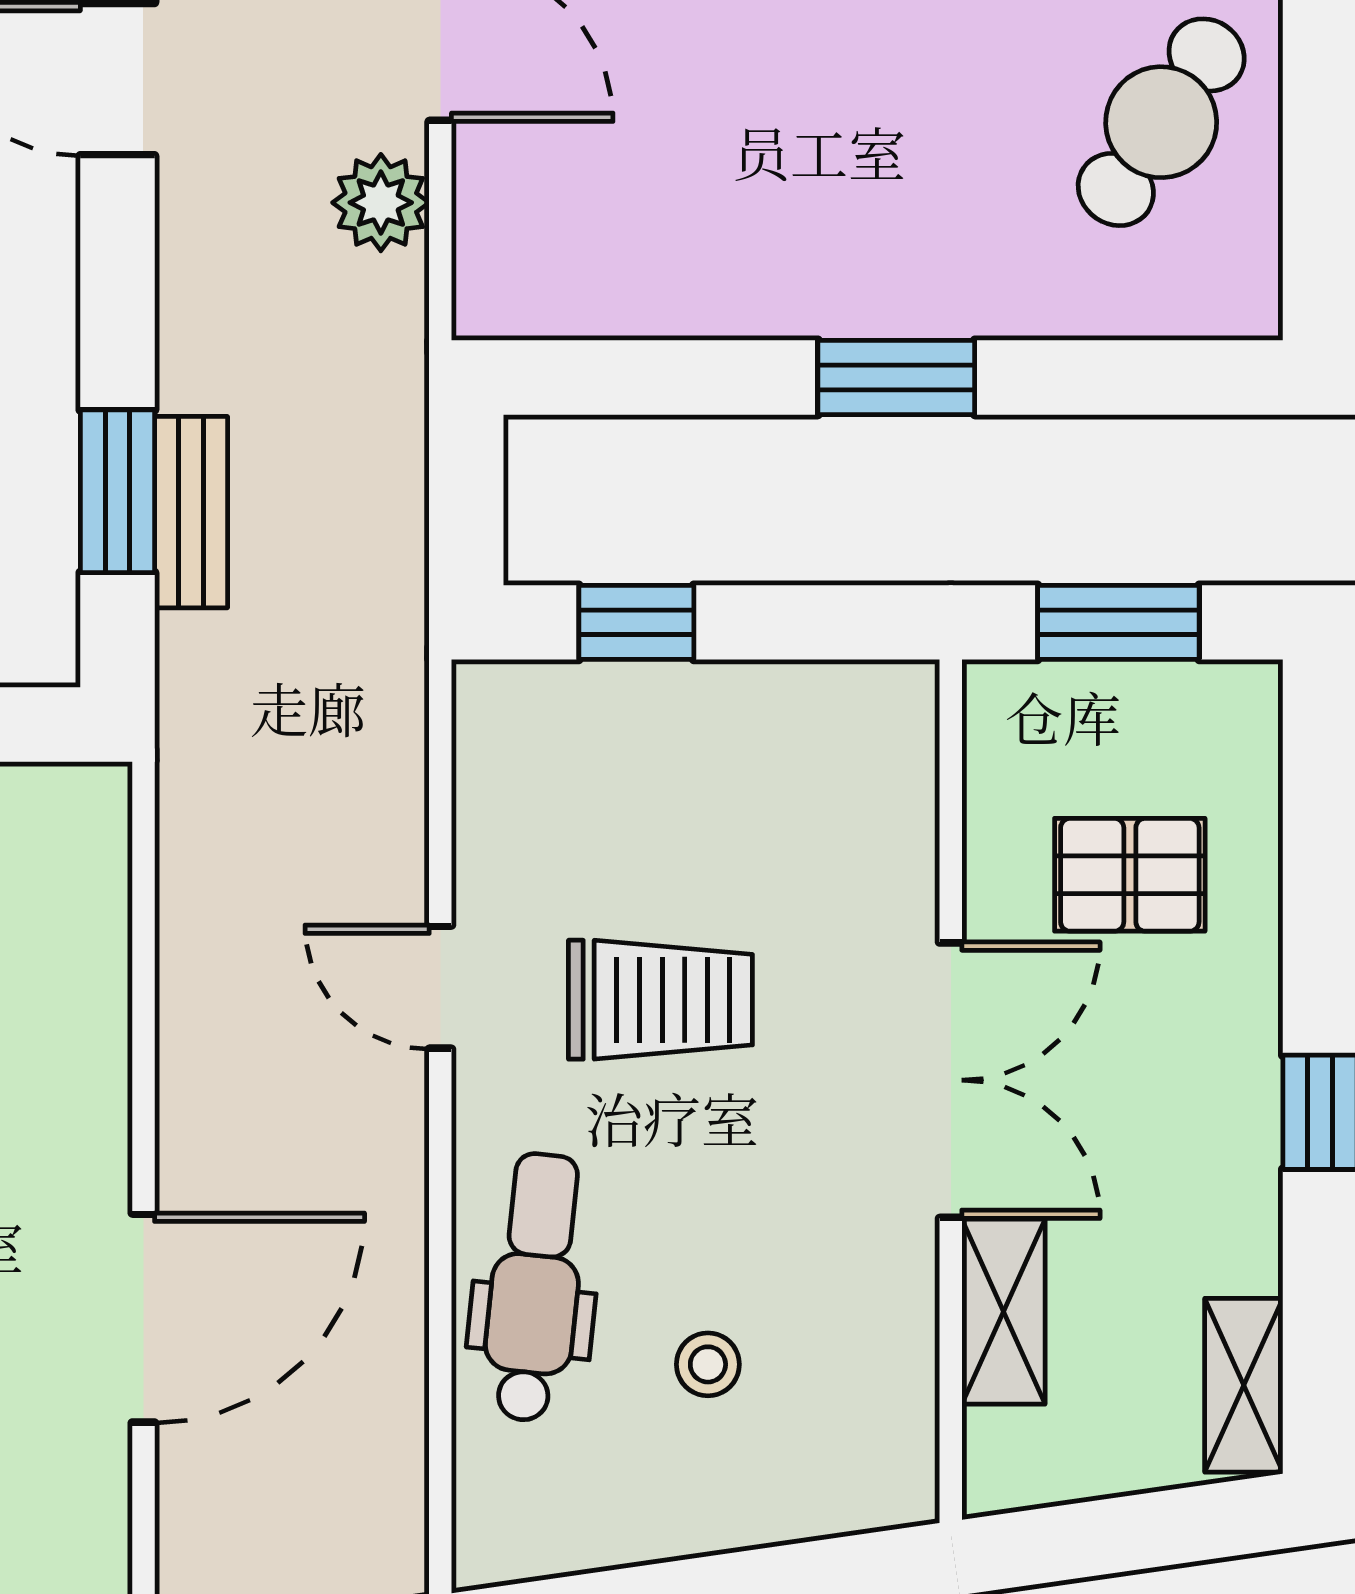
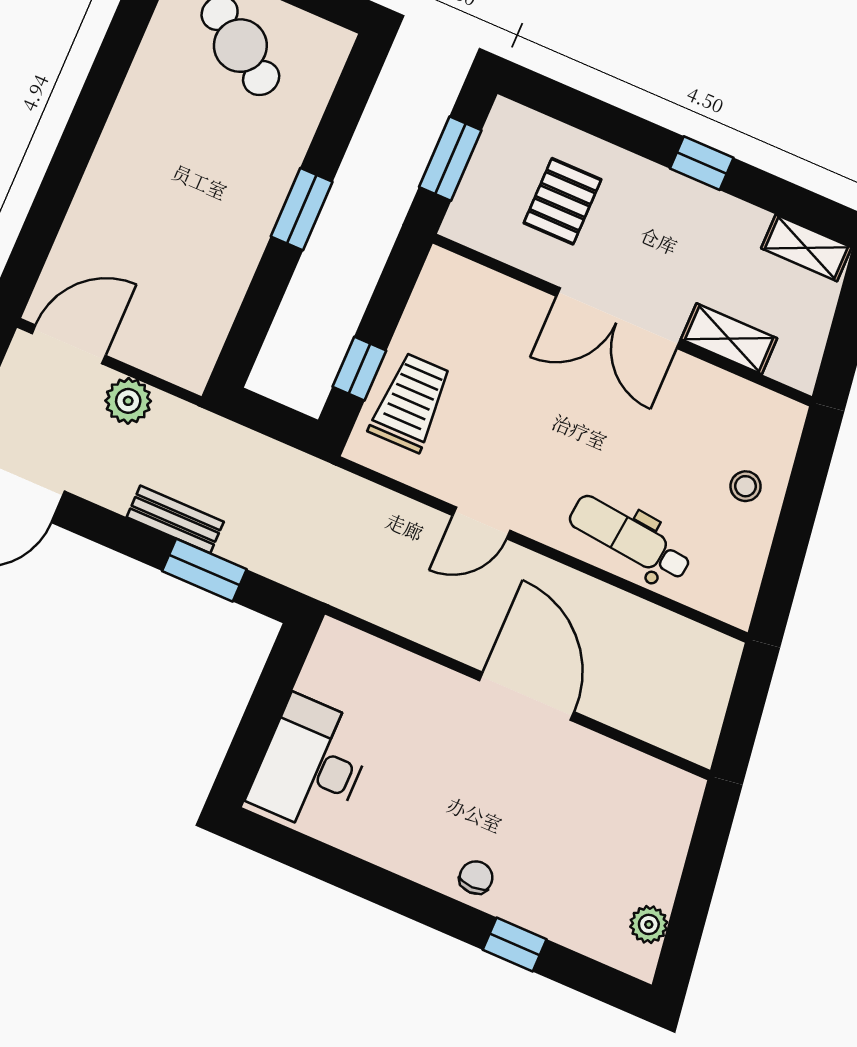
bench: (191, 512) -> (175, 519), moved
trolley: (660, 1000) -> (410, 402), moved
double door: (951, 1080) -> (618, 318), swing flipped
door: (143, 1318) -> (527, 696), moved
stool: (708, 1364) -> (746, 486), moved

